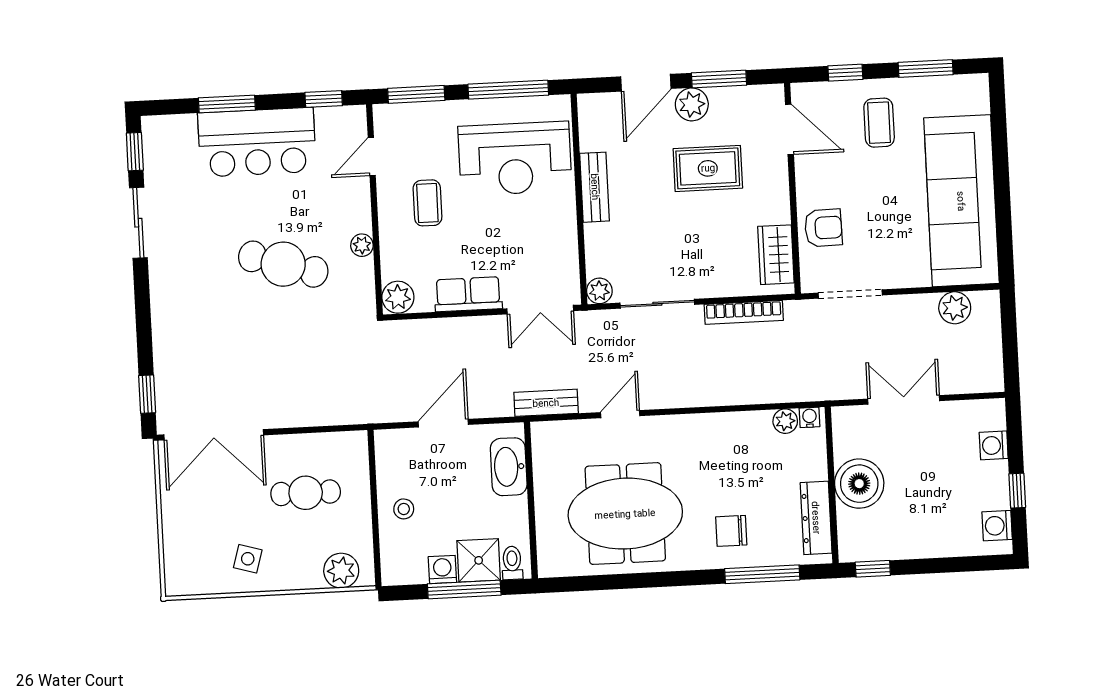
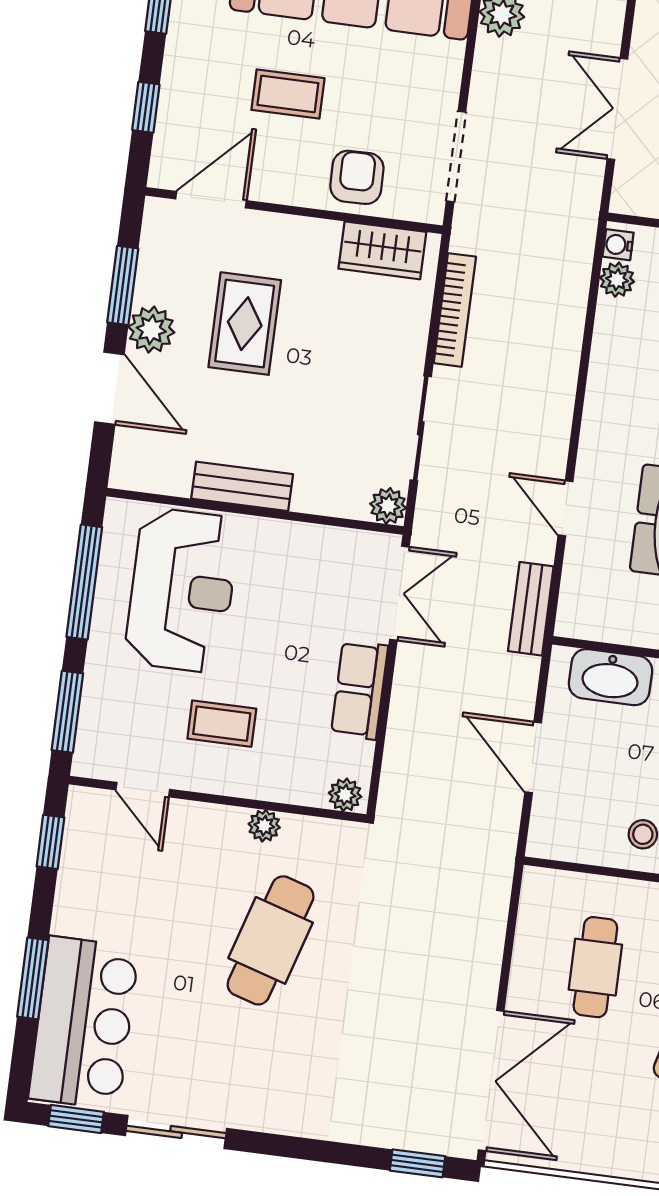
coffee table: (879, 123) -> (288, 94), moved
bar counter: (257, 142) -> (84, 1023), moved
plant: (398, 297) -> (345, 795), width x0.73, depth x0.73

